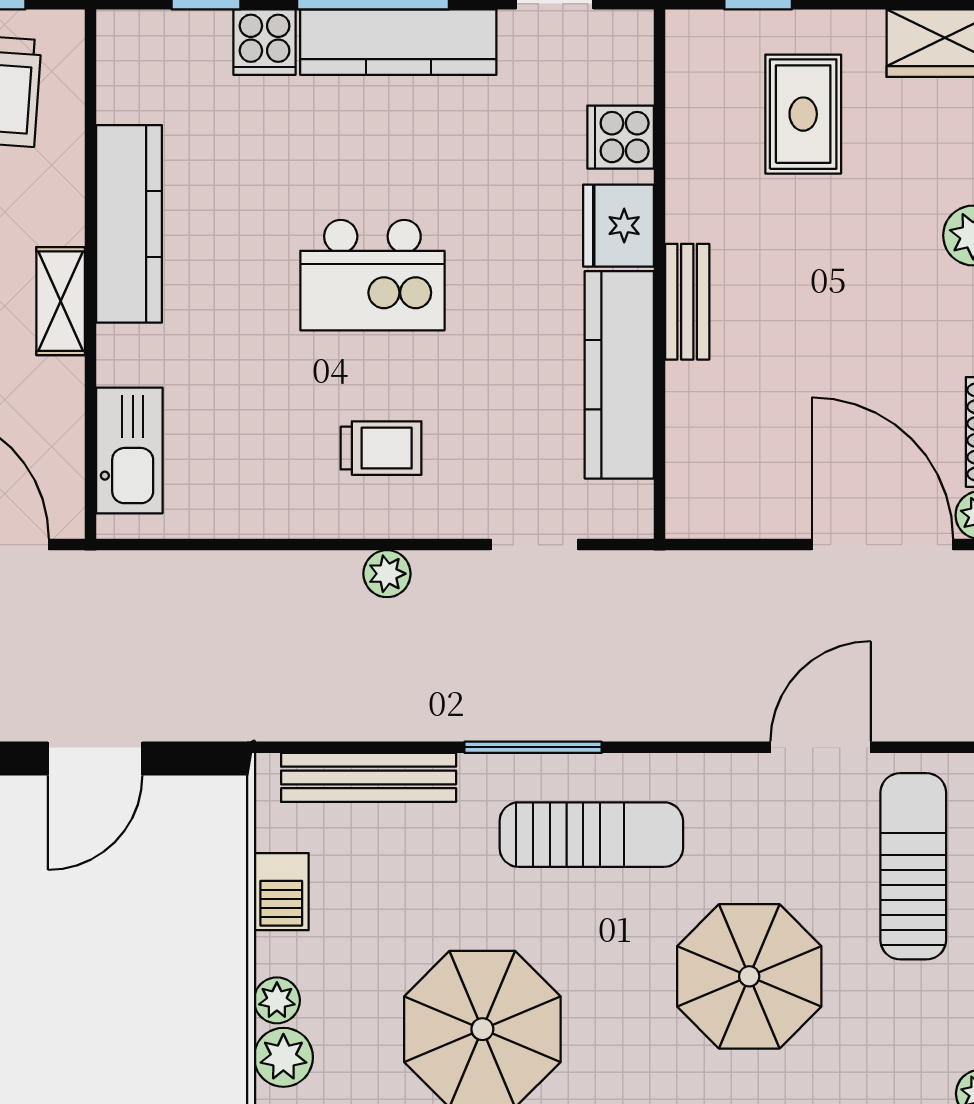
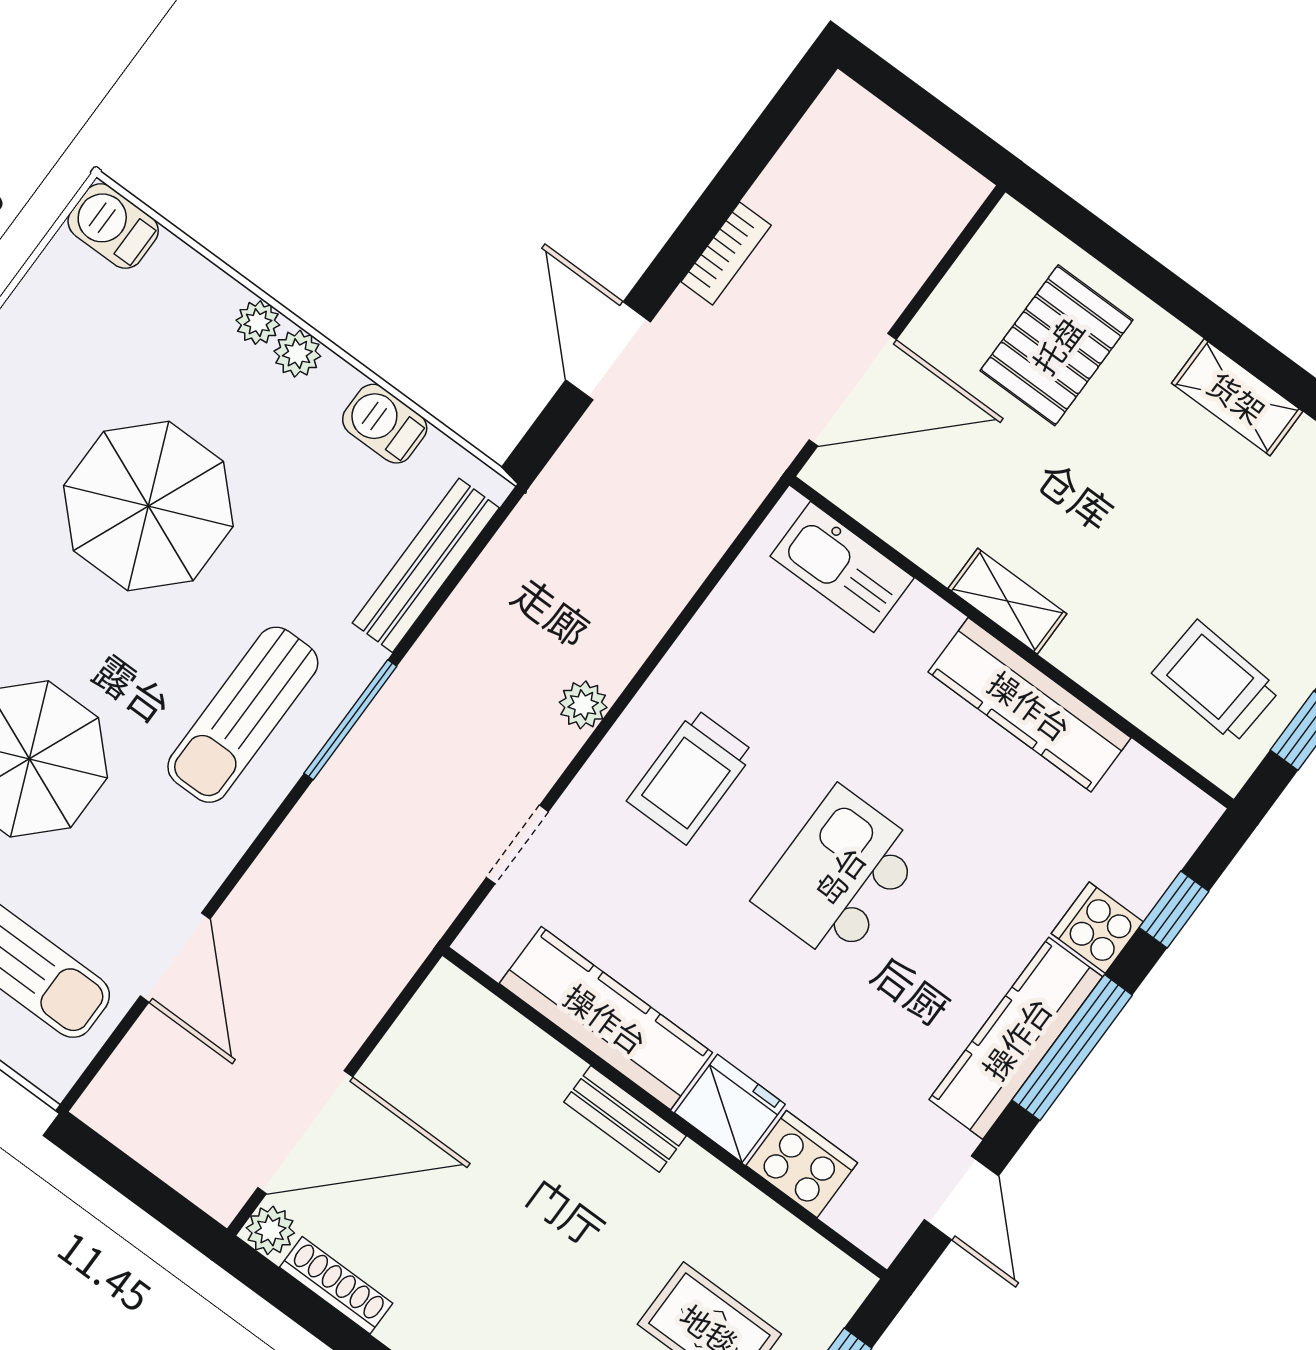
cooker: (621, 137) -> (802, 1164), width x1.36
trolley: (381, 448) -> (691, 776), width x1.36, depth x1.39
plant: (283, 1057) -> (258, 323), width x0.73, depth x0.73

